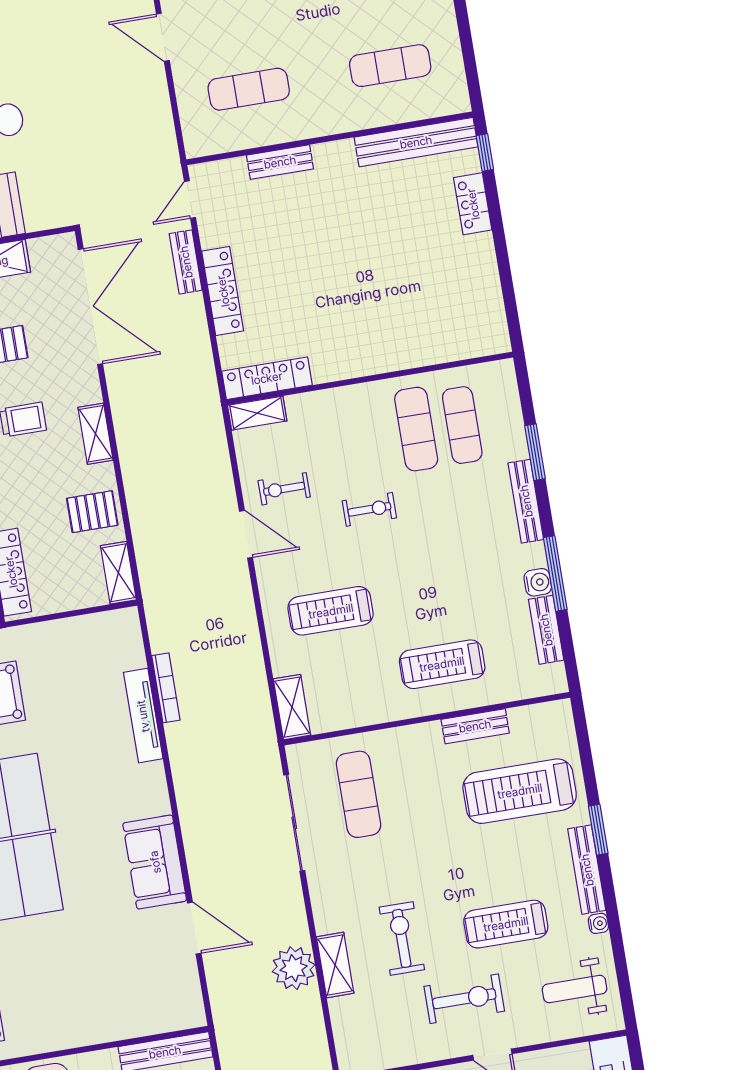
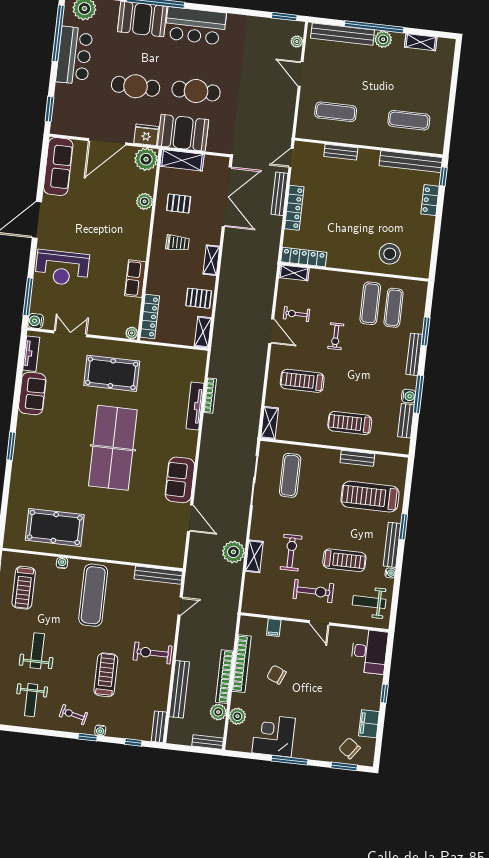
bench: (186, 262) -> (279, 194), width x1.36
stool: (426, 326) -> (390, 254), added
exercise bike: (369, 509) -> (336, 336), turned 90
treadmill: (506, 924) -> (344, 560), turned 180

